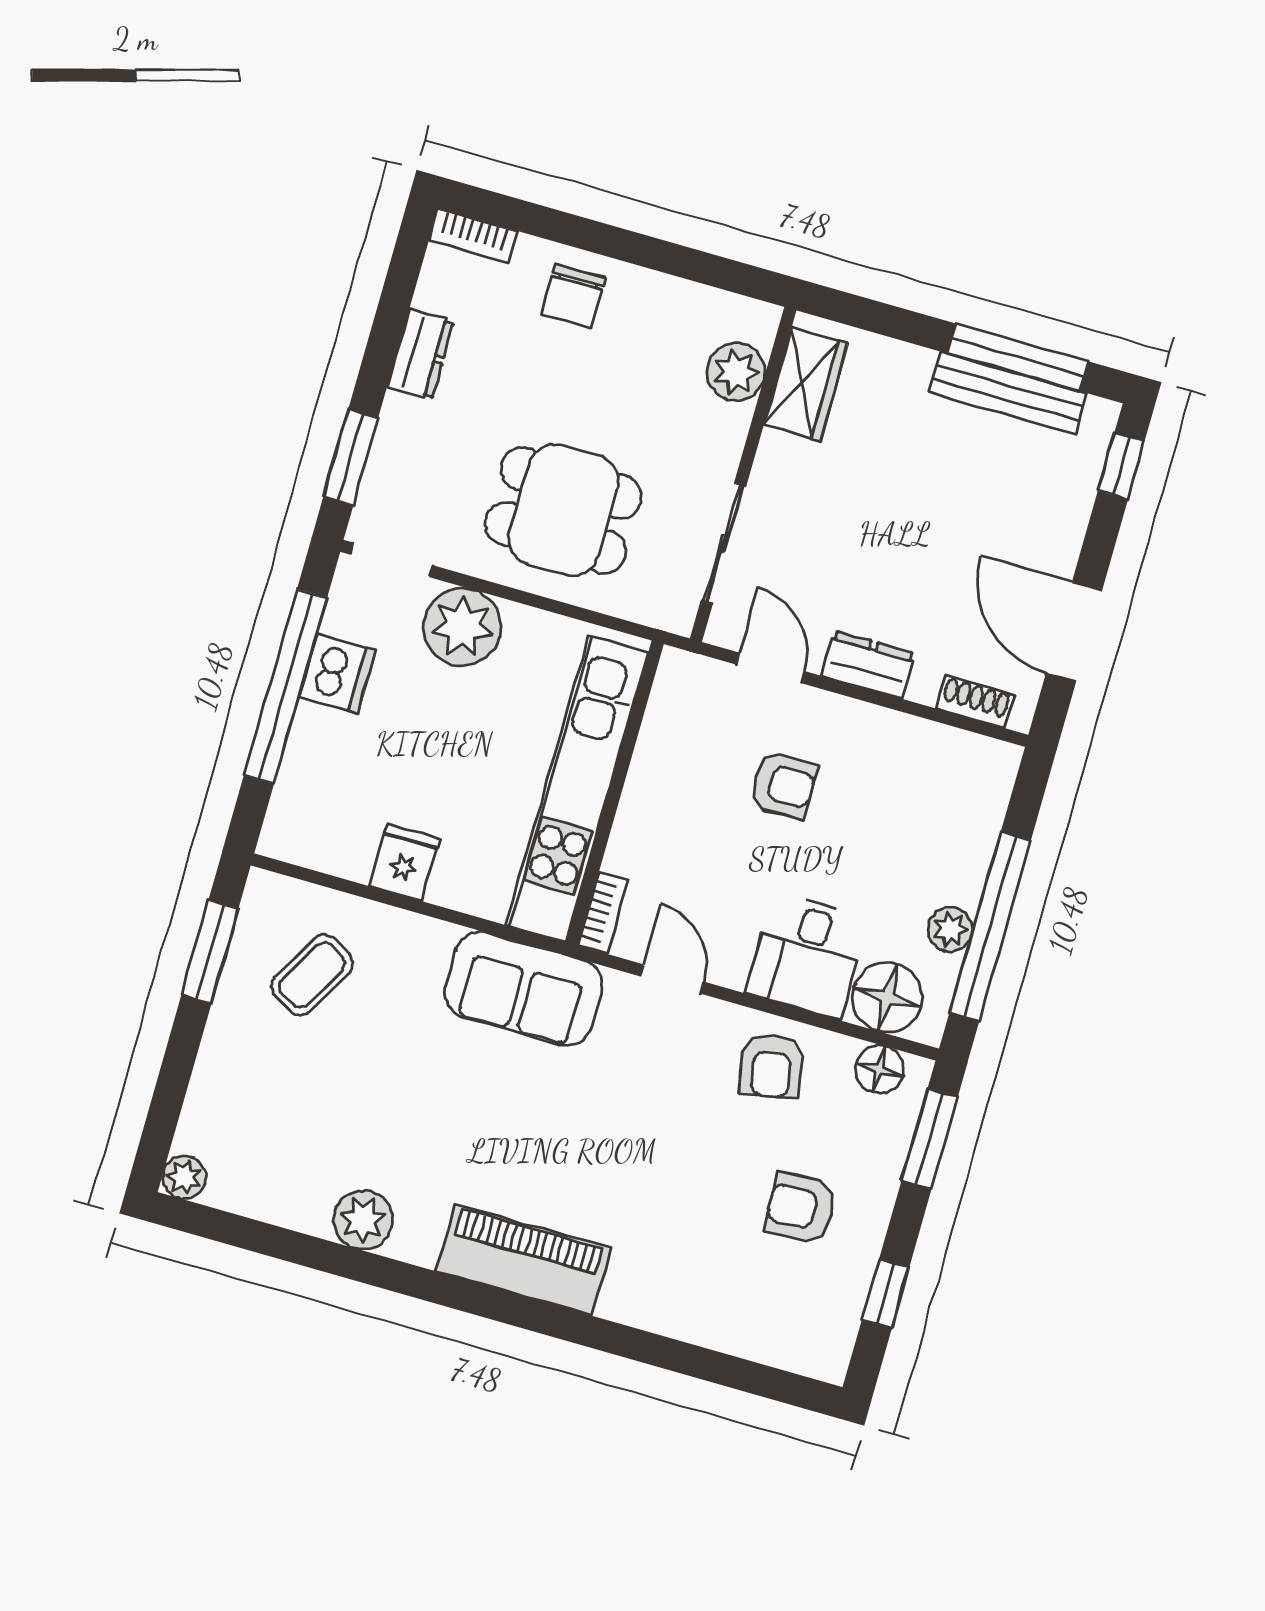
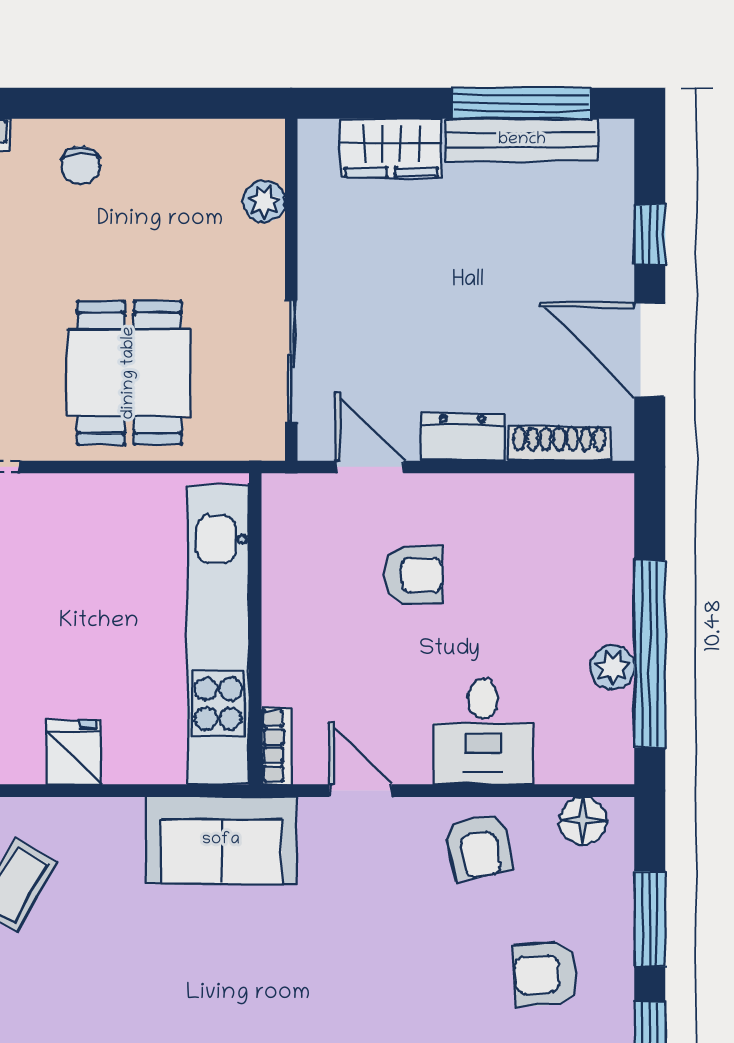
chair: (573, 296) -> (81, 165), width x0.73, depth x0.73
plant: (736, 372) -> (264, 202), width x0.73, depth x0.73
wardrobe: (806, 384) -> (391, 148), moved, turned 90
window: (1121, 466) -> (650, 234), moved
dining table: (563, 510) -> (129, 373), turned 90
plant: (462, 627) -> (64, 512), removed
shoe rack: (975, 702) -> (559, 444), width x1.43
floor lamp: (887, 998) -> (571, 750), removed
window: (930, 1139) -> (650, 919), moved

